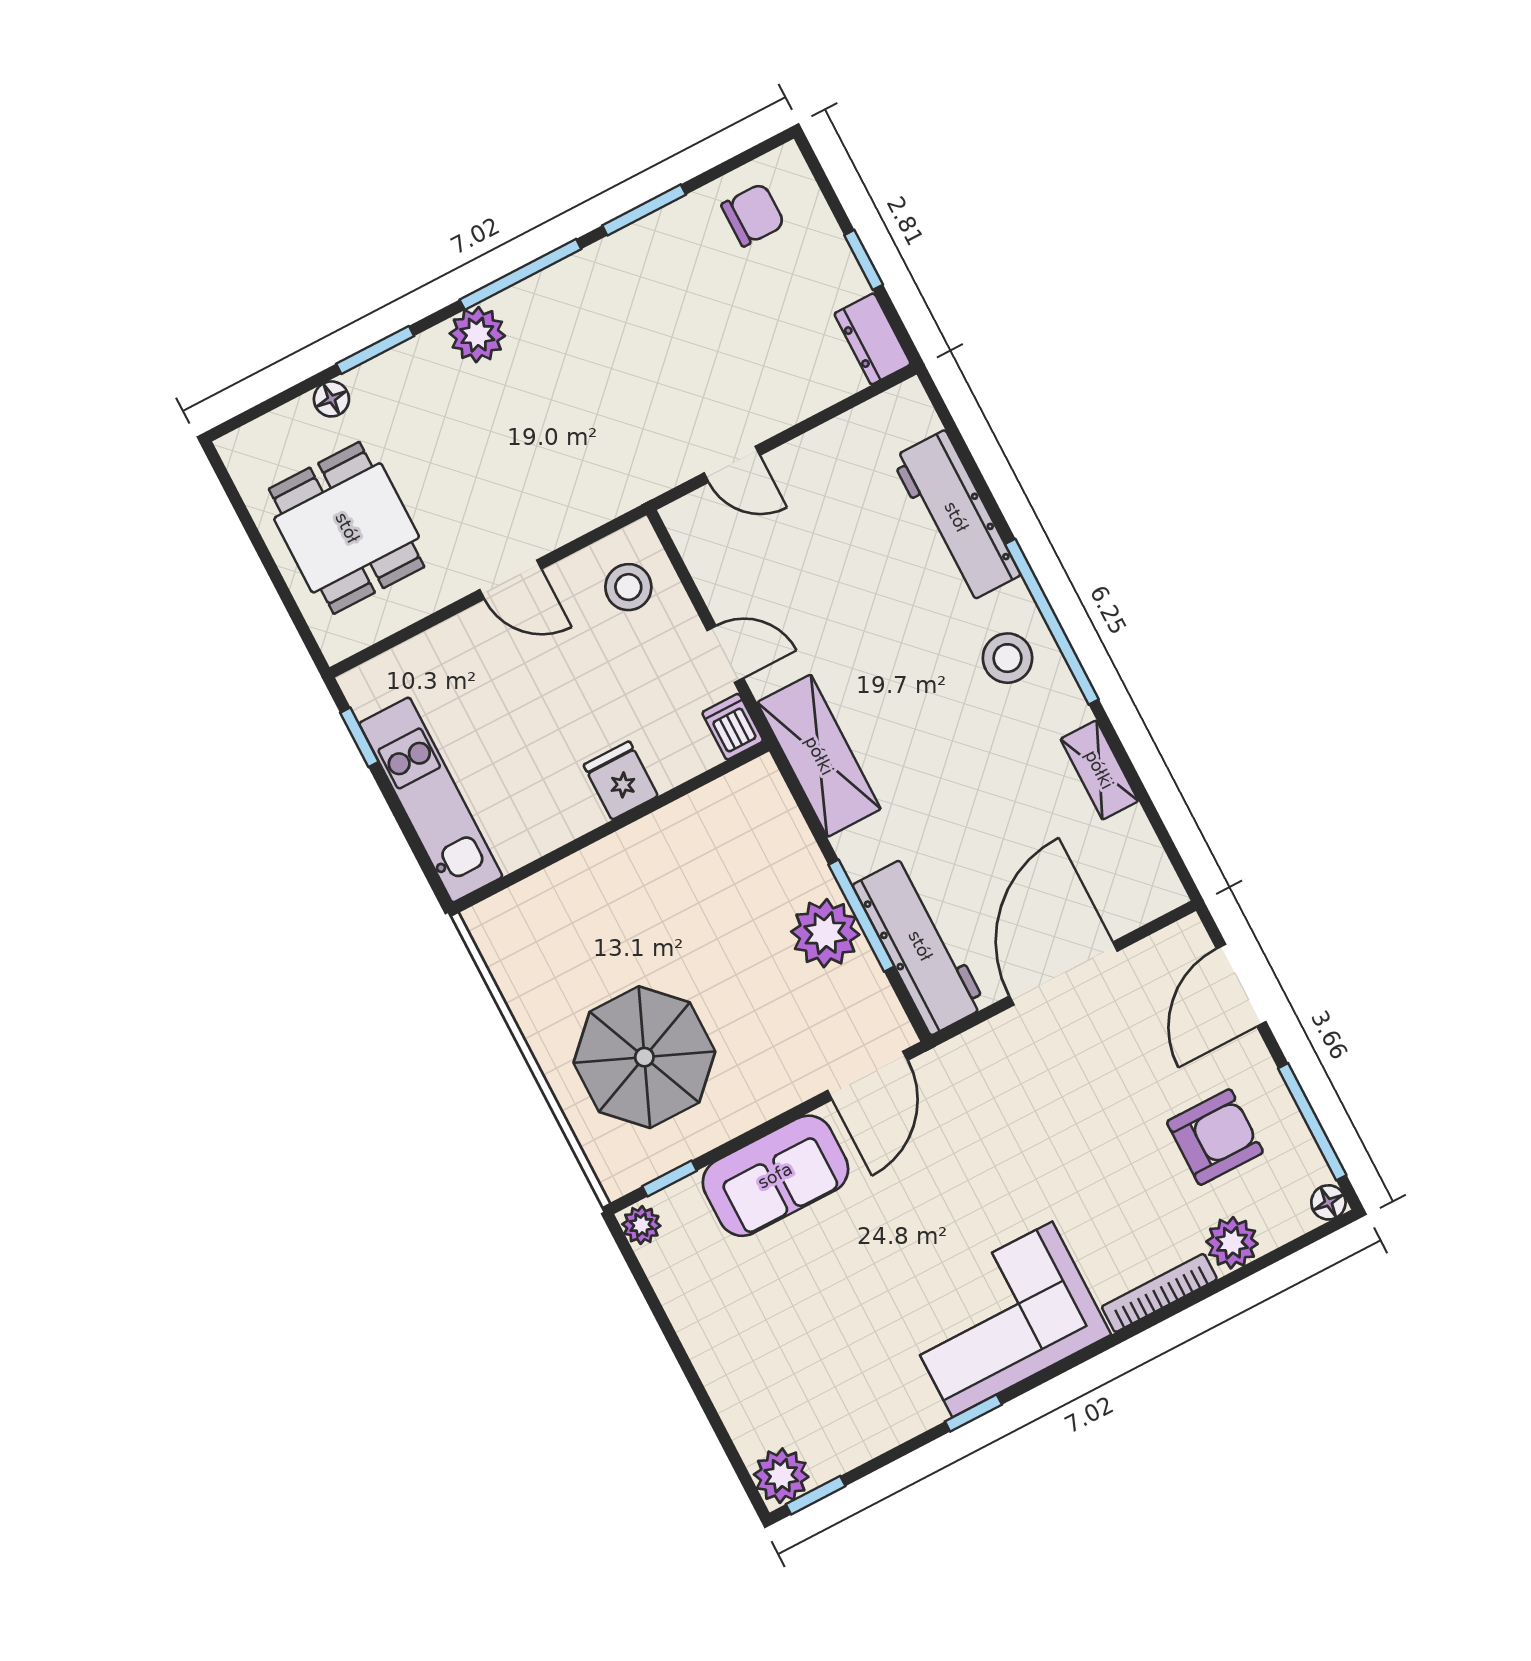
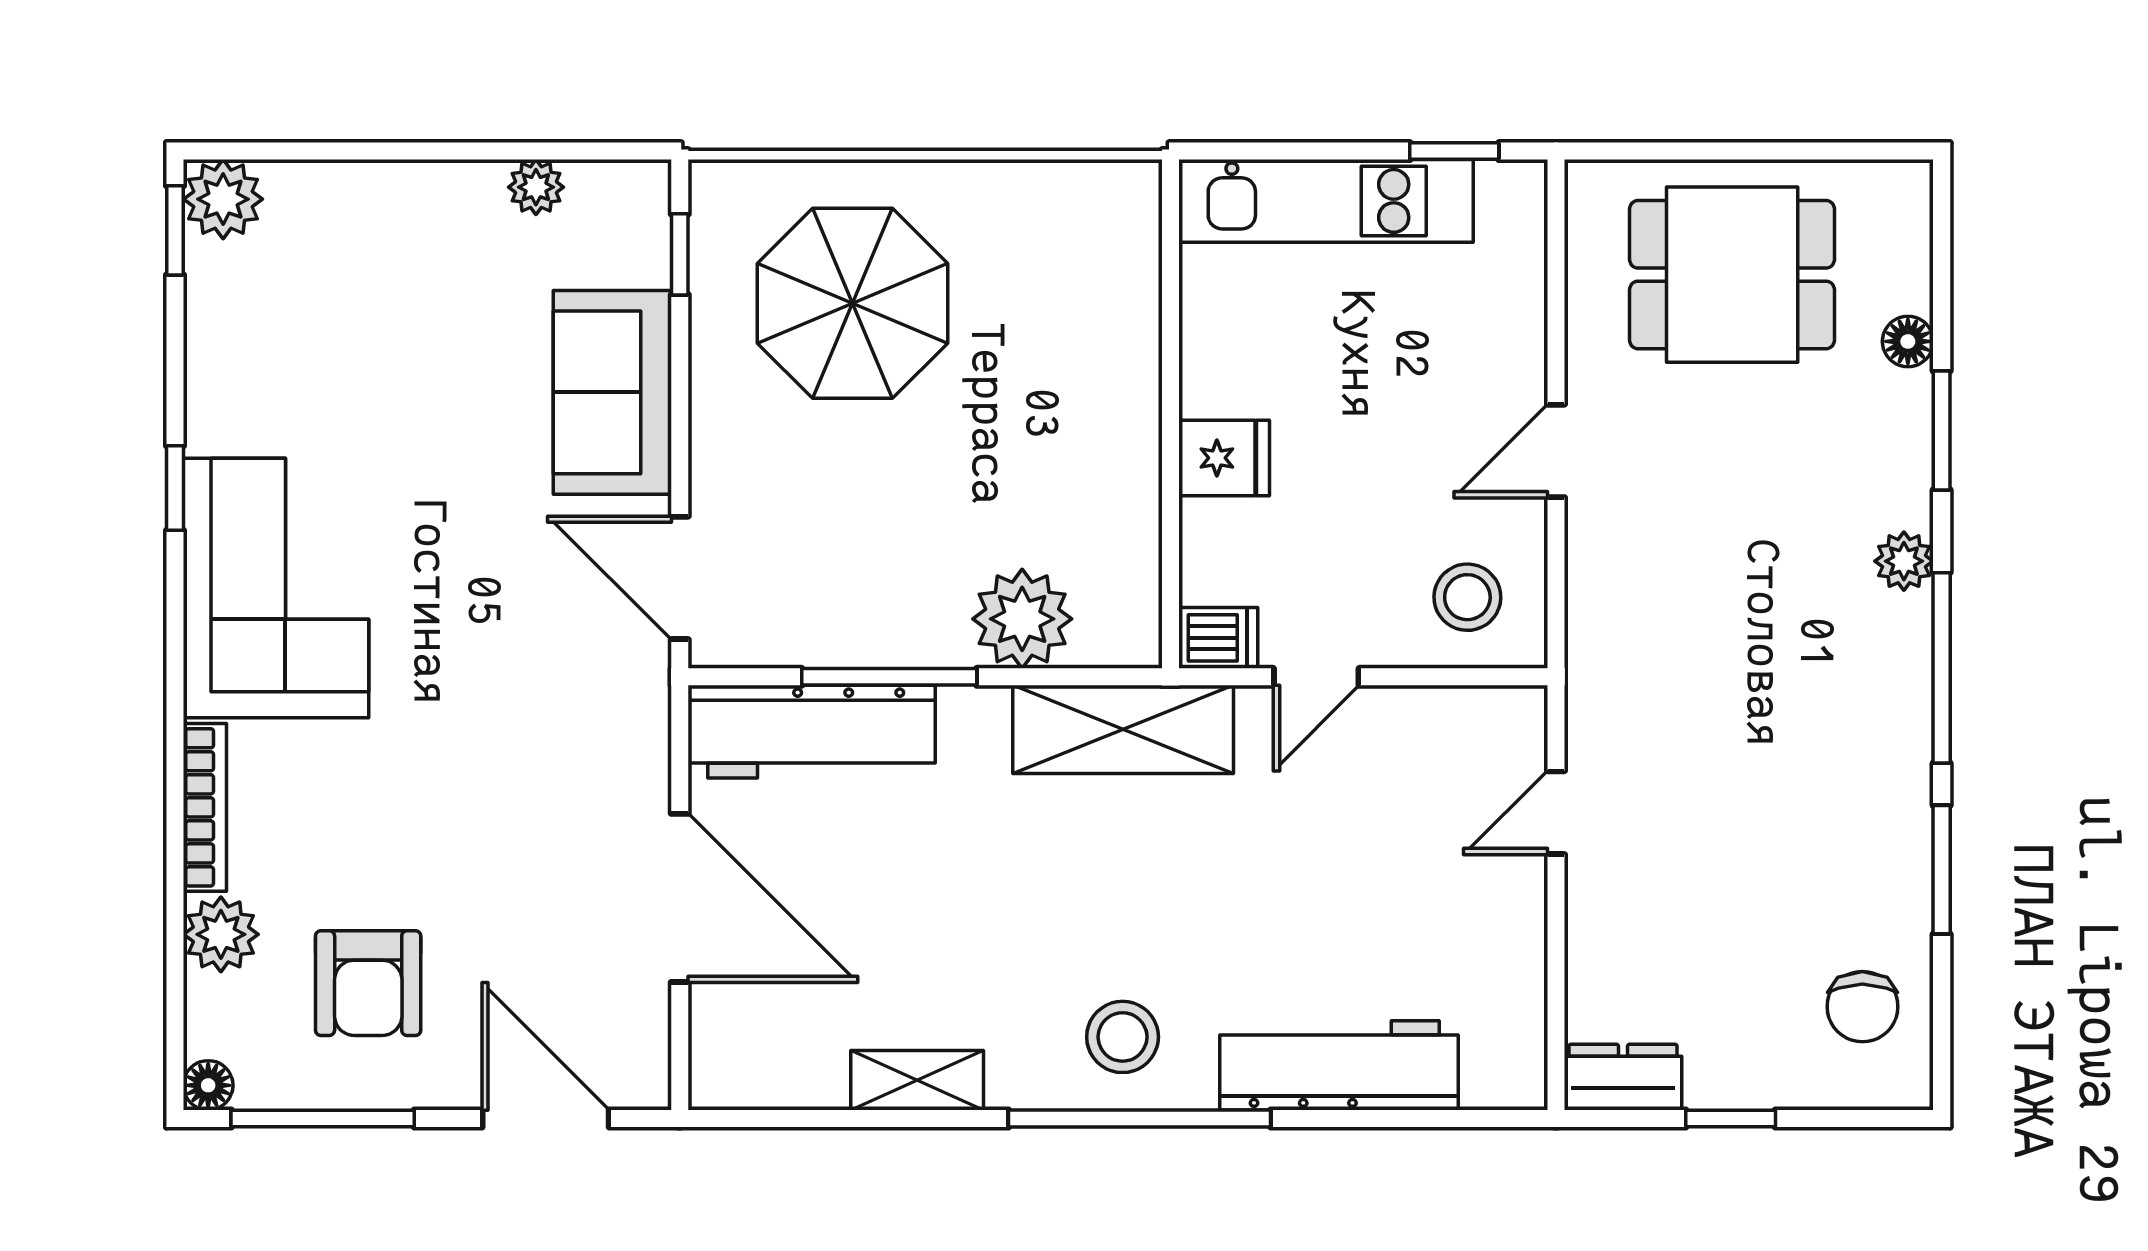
plant: (477, 335) -> (1904, 561), width x0.73, depth x0.73
plant: (825, 933) -> (1022, 619), moved
plant: (641, 1225) -> (536, 187), moved

